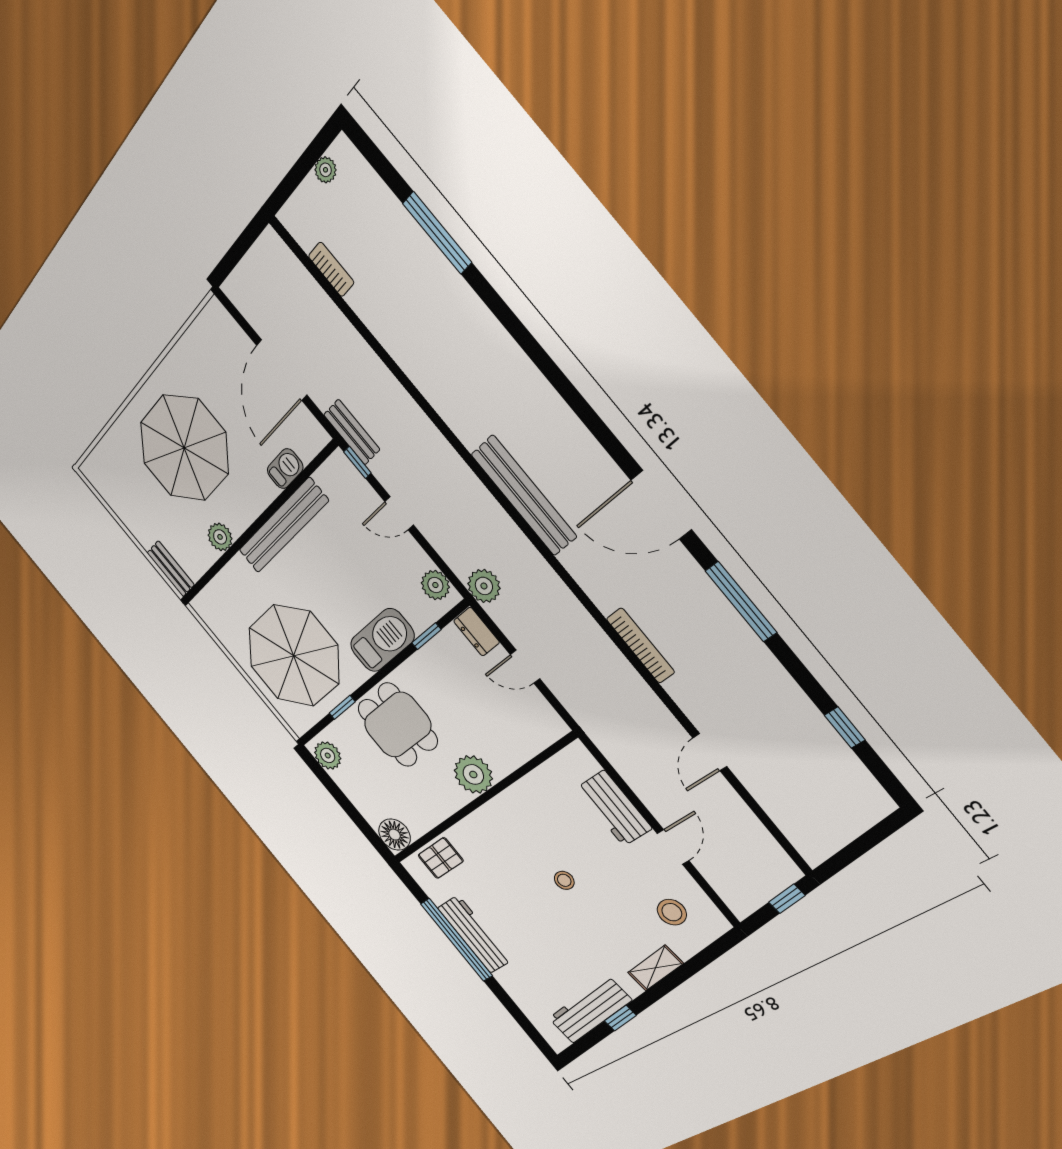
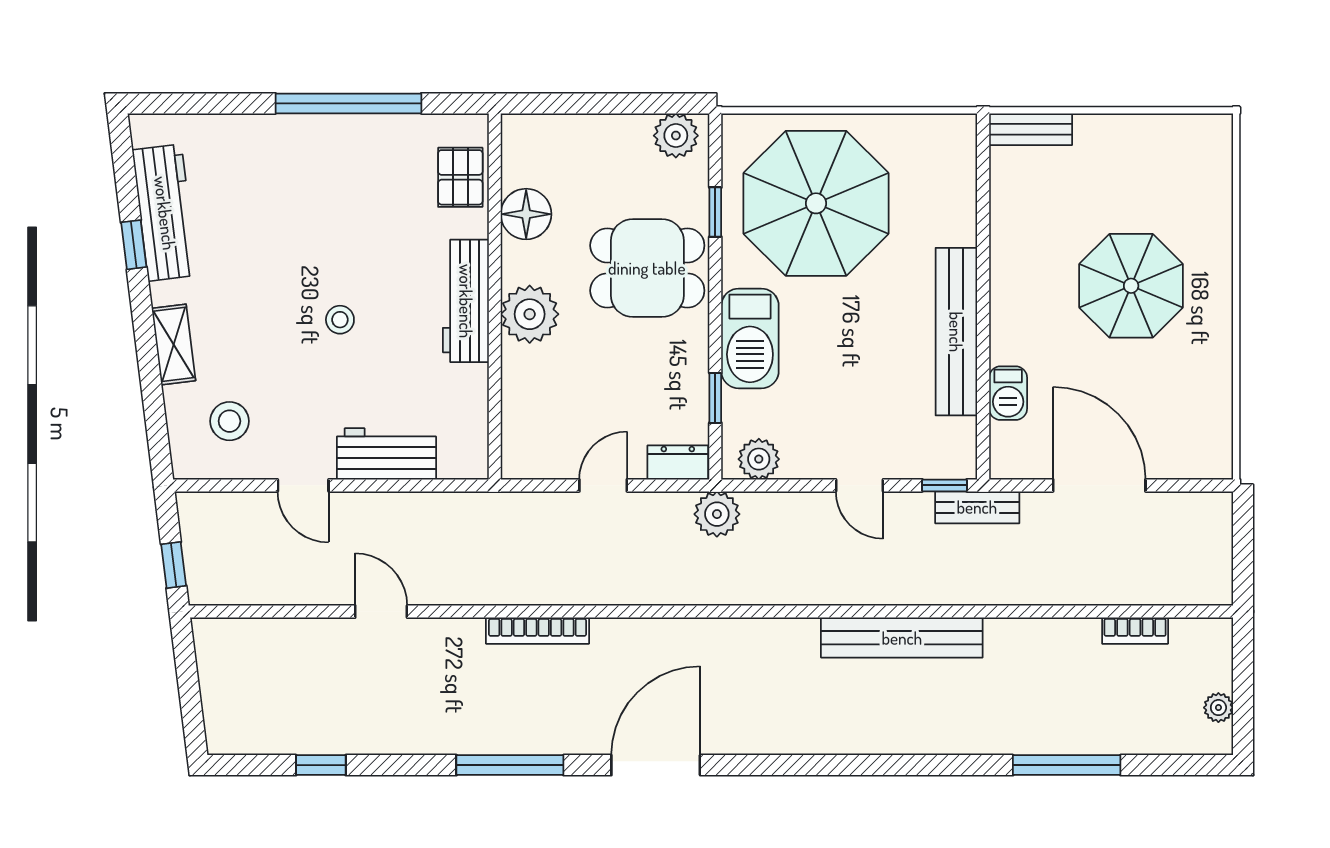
parasol: (184, 448) -> (1131, 286), width x0.73, depth x0.73
bench: (524, 495) -> (902, 638), moved
door: (399, 513) -> (859, 485), swing flipped
plant: (220, 537) -> (1009, 236), removed
floor lamp: (395, 835) -> (526, 214), moved
workbench: (474, 934) -> (466, 301), moved, turned 90

